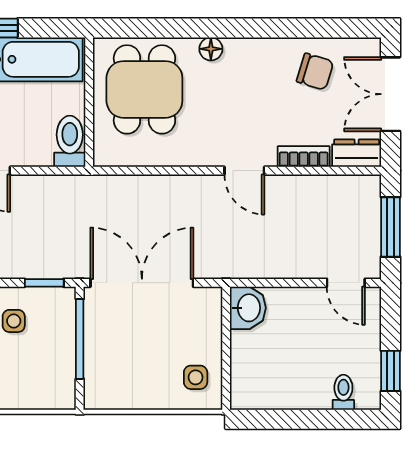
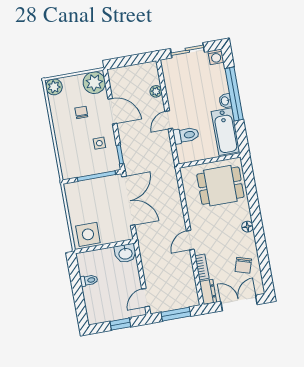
floor lamp: (211, 49) -> (248, 227), moved
toilet: (70, 141) -> (186, 135), moved
window: (391, 371) -> (120, 324), moved
side table: (196, 377) -> (88, 234), width x1.87, depth x1.87
toilet: (343, 392) -> (89, 280), moved

